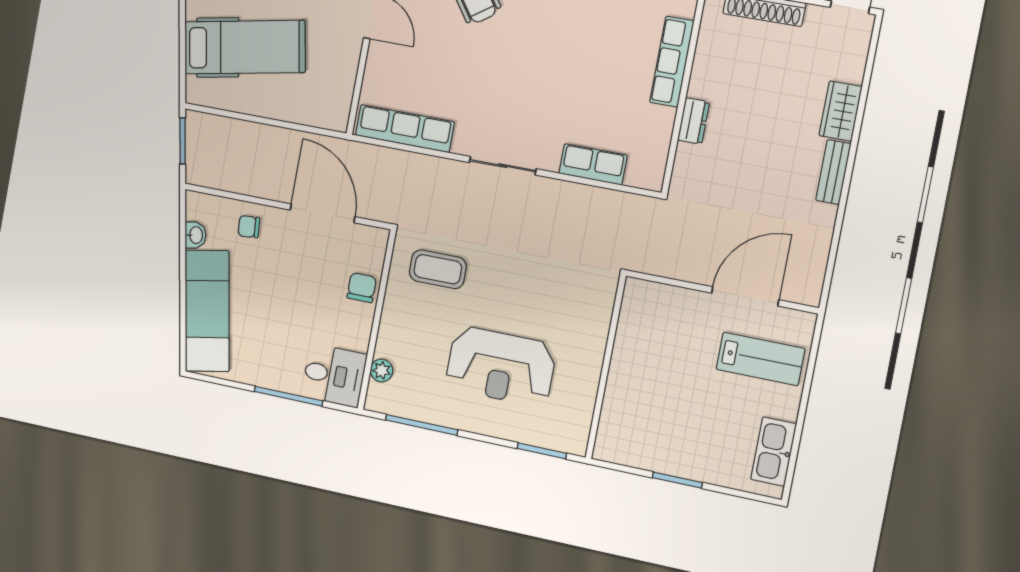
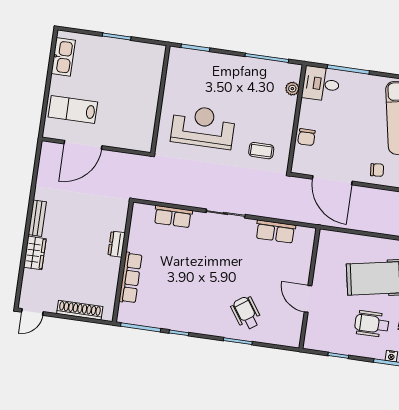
row of seats: (405, 129) -> (275, 232), width x0.68
coffee table: (438, 269) -> (261, 151), width x0.73, depth x0.77
reception desk: (501, 366) -> (203, 127), moved

